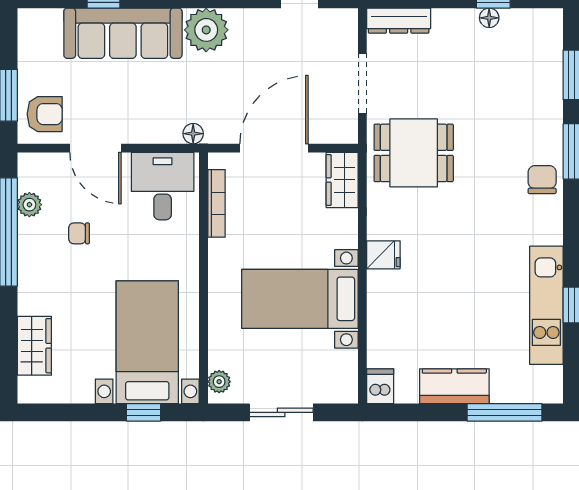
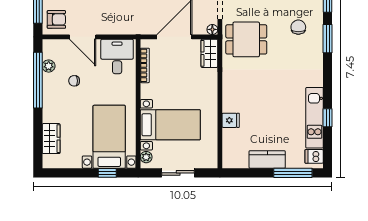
floor lamp: (193, 134) -> (212, 29), moved
chair: (542, 180) -> (298, 27), moved
fridge: (383, 255) -> (231, 120), moved
bed with nightstands: (300, 299) -> (170, 125), moved, turned 180
dishwasher: (380, 386) -> (314, 156), moved, turned -90

